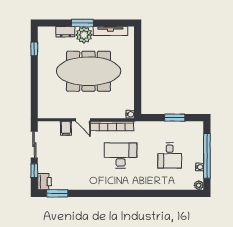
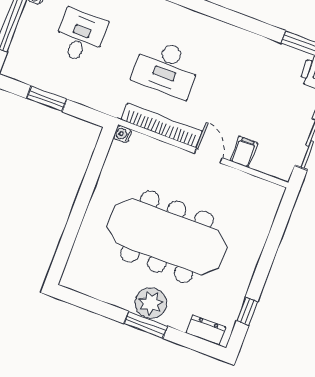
tv unit: (110, 31) -> (102, 292), removed
dresser: (65, 32) -> (206, 330), moved

